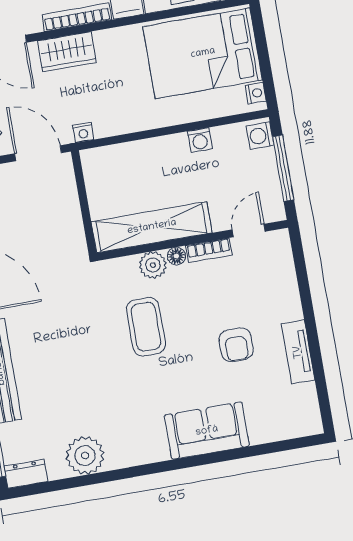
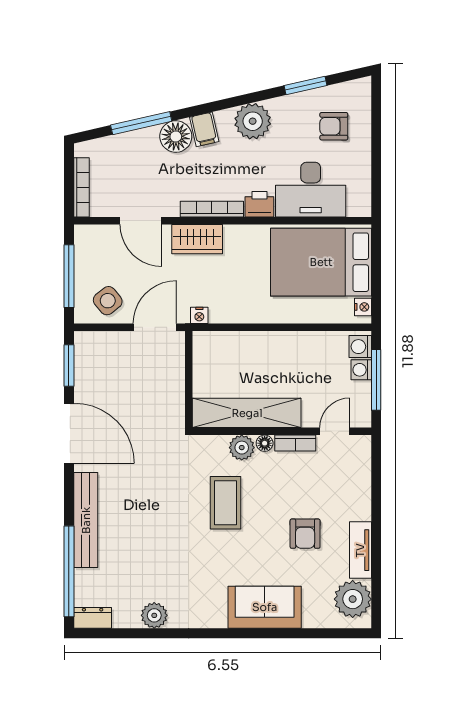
washing machine: (200, 140) -> (361, 370), moved, turned 90
door: (38, 153) -> (155, 327), hinge flipped
plant: (299, 405) -> (353, 599), added
plant: (85, 455) -> (154, 615), width x0.73, depth x0.73

